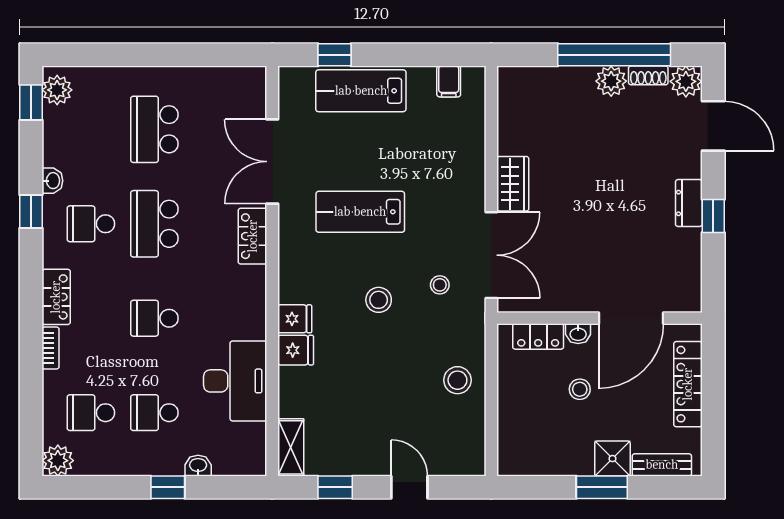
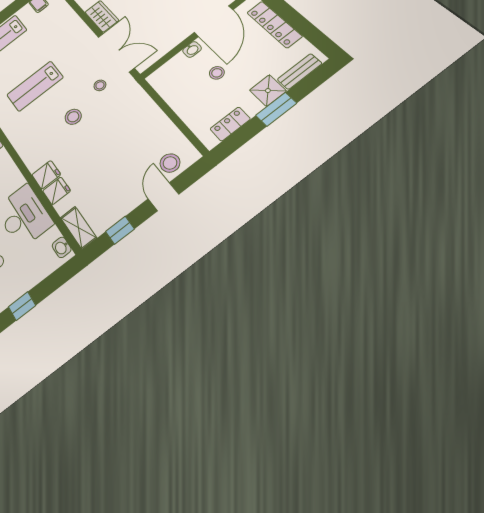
fridge: (295, 319) -> (57, 191), moved
locker: (538, 336) -> (230, 124), moved, turned 180
stool: (457, 380) -> (170, 163), moved
washbasin: (198, 466) -> (62, 247), moved, turned -90
door: (409, 487) -> (163, 197), hinge flipped

